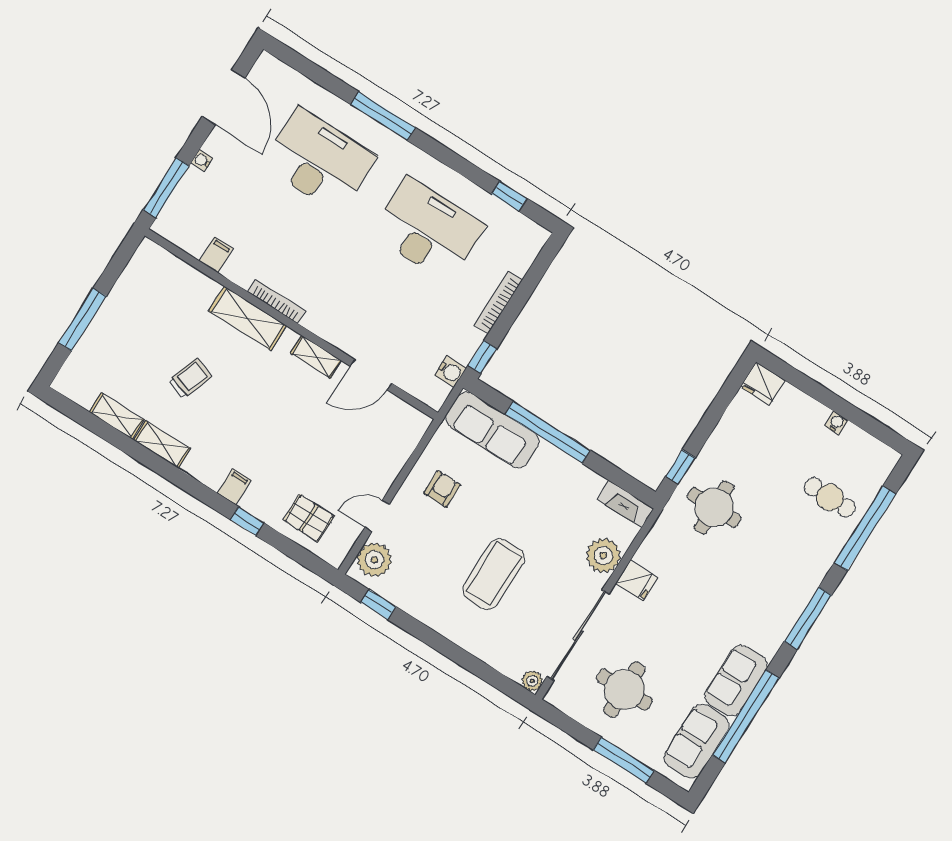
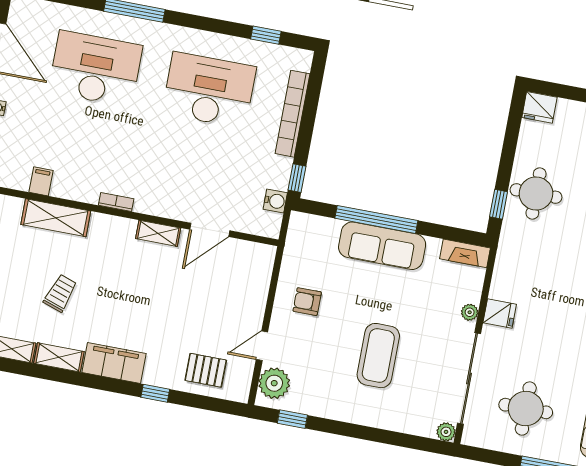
bookcase: (276, 301) -> (116, 202), width x0.64
bookcase: (498, 303) -> (293, 114), width x1.48, depth x1.31
shelving: (248, 318) -> (56, 218), moved
sofa: (492, 430) -> (382, 246), moved
filing cabinet: (234, 487) -> (114, 363), width x3.00, depth x1.17
armchair: (442, 489) -> (307, 302), turned -90
round table: (714, 507) -> (536, 193), moved
plant: (603, 556) -> (470, 312), width x0.53, depth x0.53

